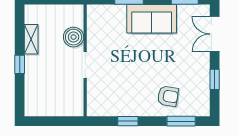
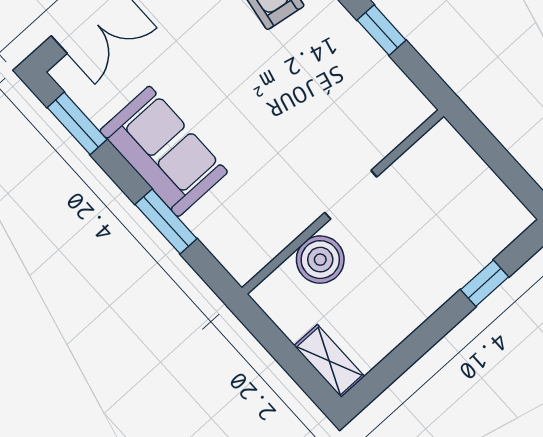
shelving: (31, 39) -> (329, 361), moved, turned 90
window: (20, 64) -> (485, 283), moved

